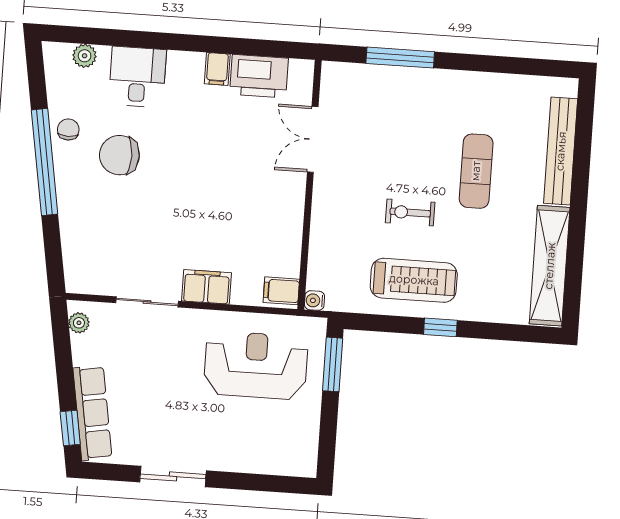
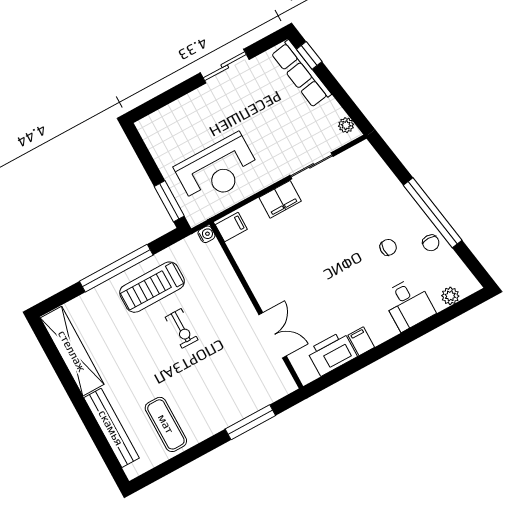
chair: (119, 155) -> (388, 247), width x0.54, depth x0.54
exercise mat: (476, 171) -> (166, 424), moved
exercise bike: (410, 212) -> (182, 328), turned 90
window: (440, 327) -> (116, 268), width x3.17

